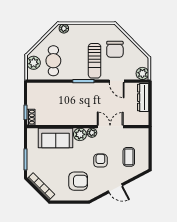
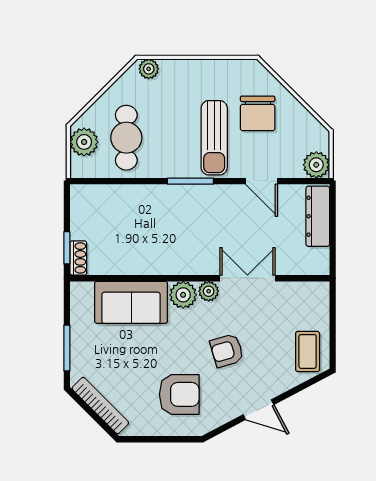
coffee table: (129, 157) -> (308, 351), moved
armchair: (100, 161) -> (227, 351), turned -106

